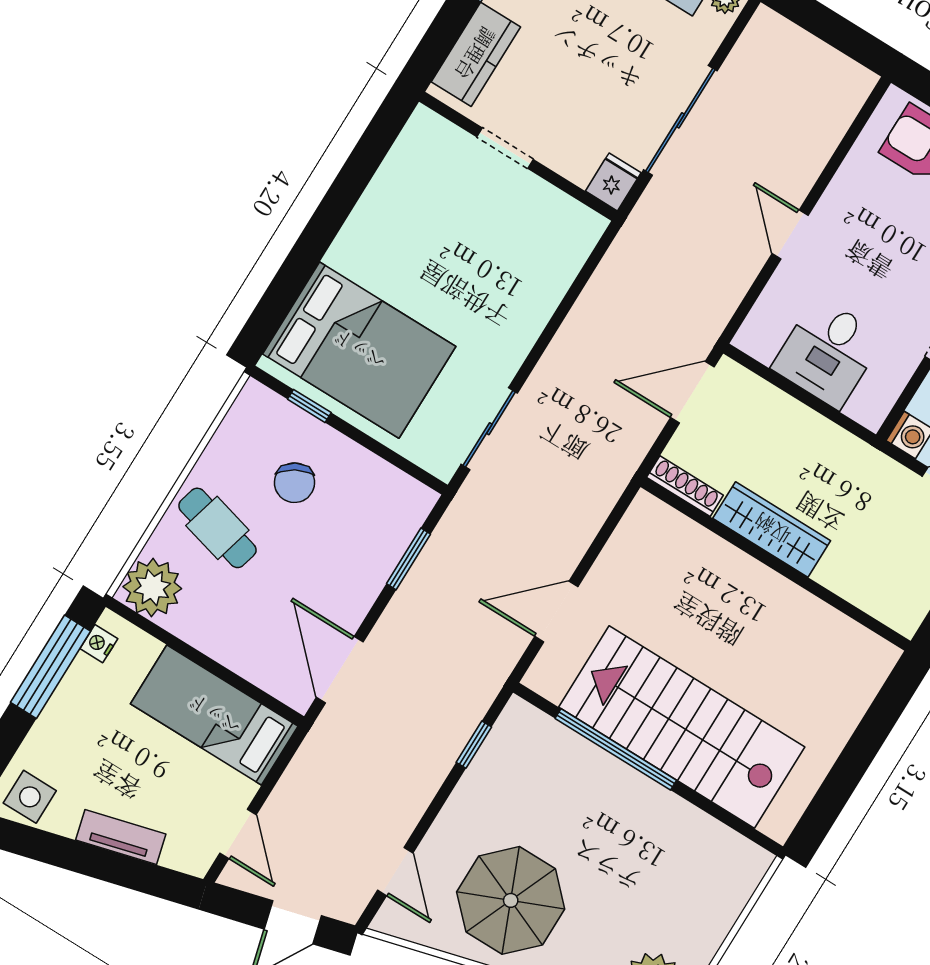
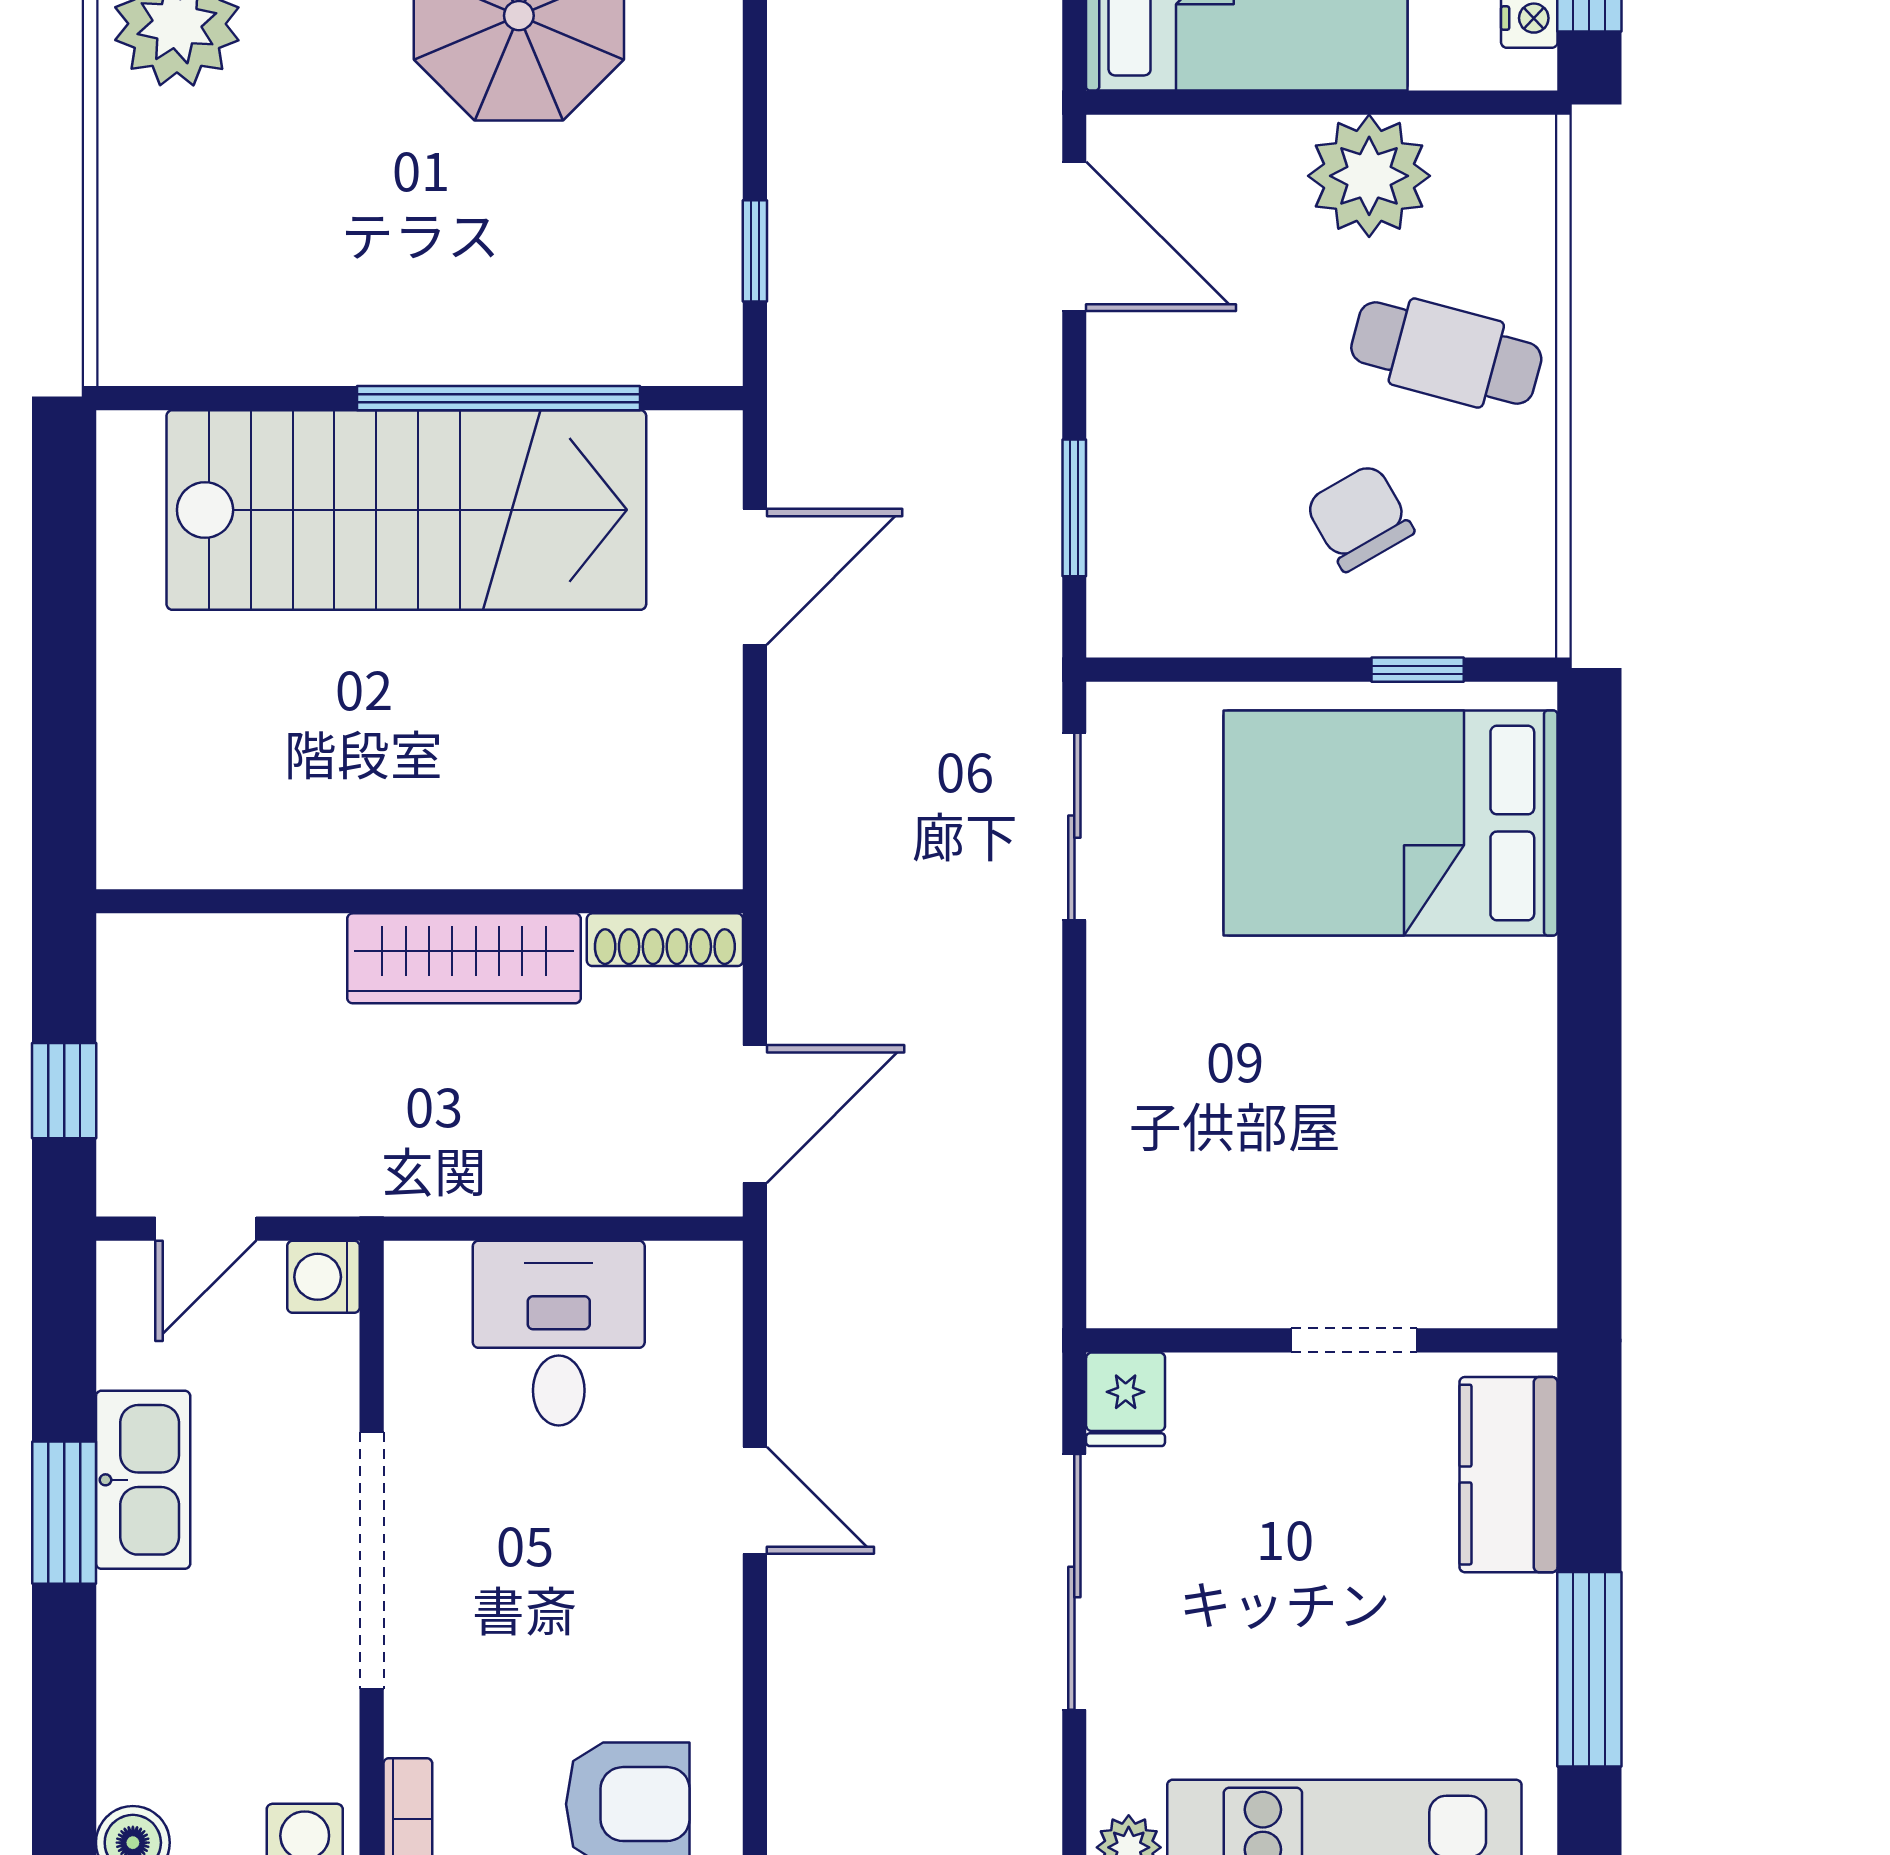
plant: (152, 588) -> (1369, 176), moved

